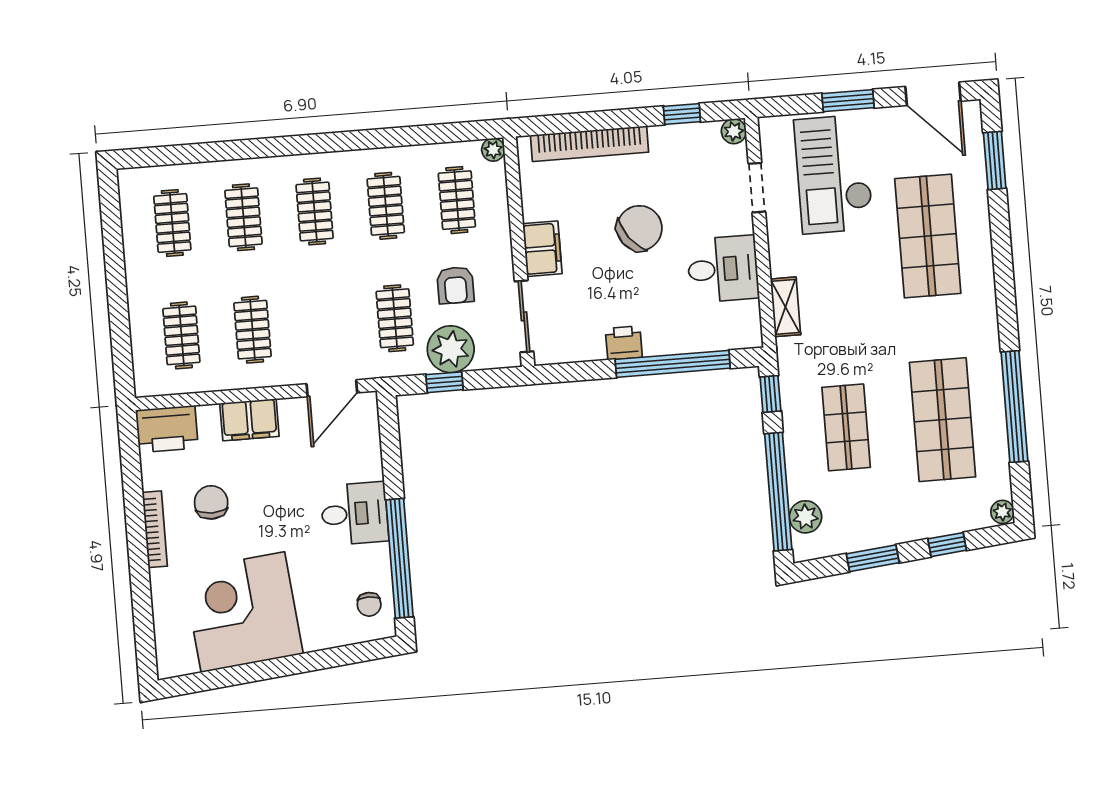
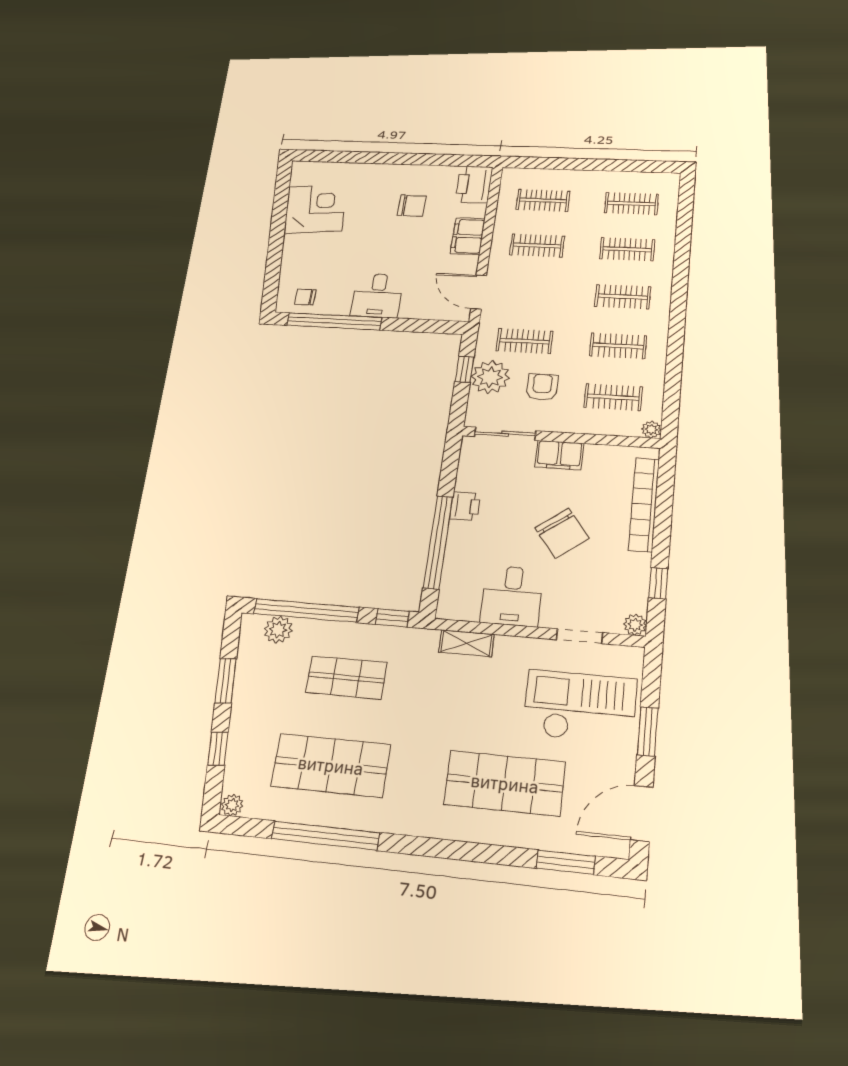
armchair: (455, 285) -> (542, 387), turned 90
bookcase: (155, 529) -> (402, 170), removed
corner desk: (243, 612) -> (315, 209), width x0.74, depth x0.74

